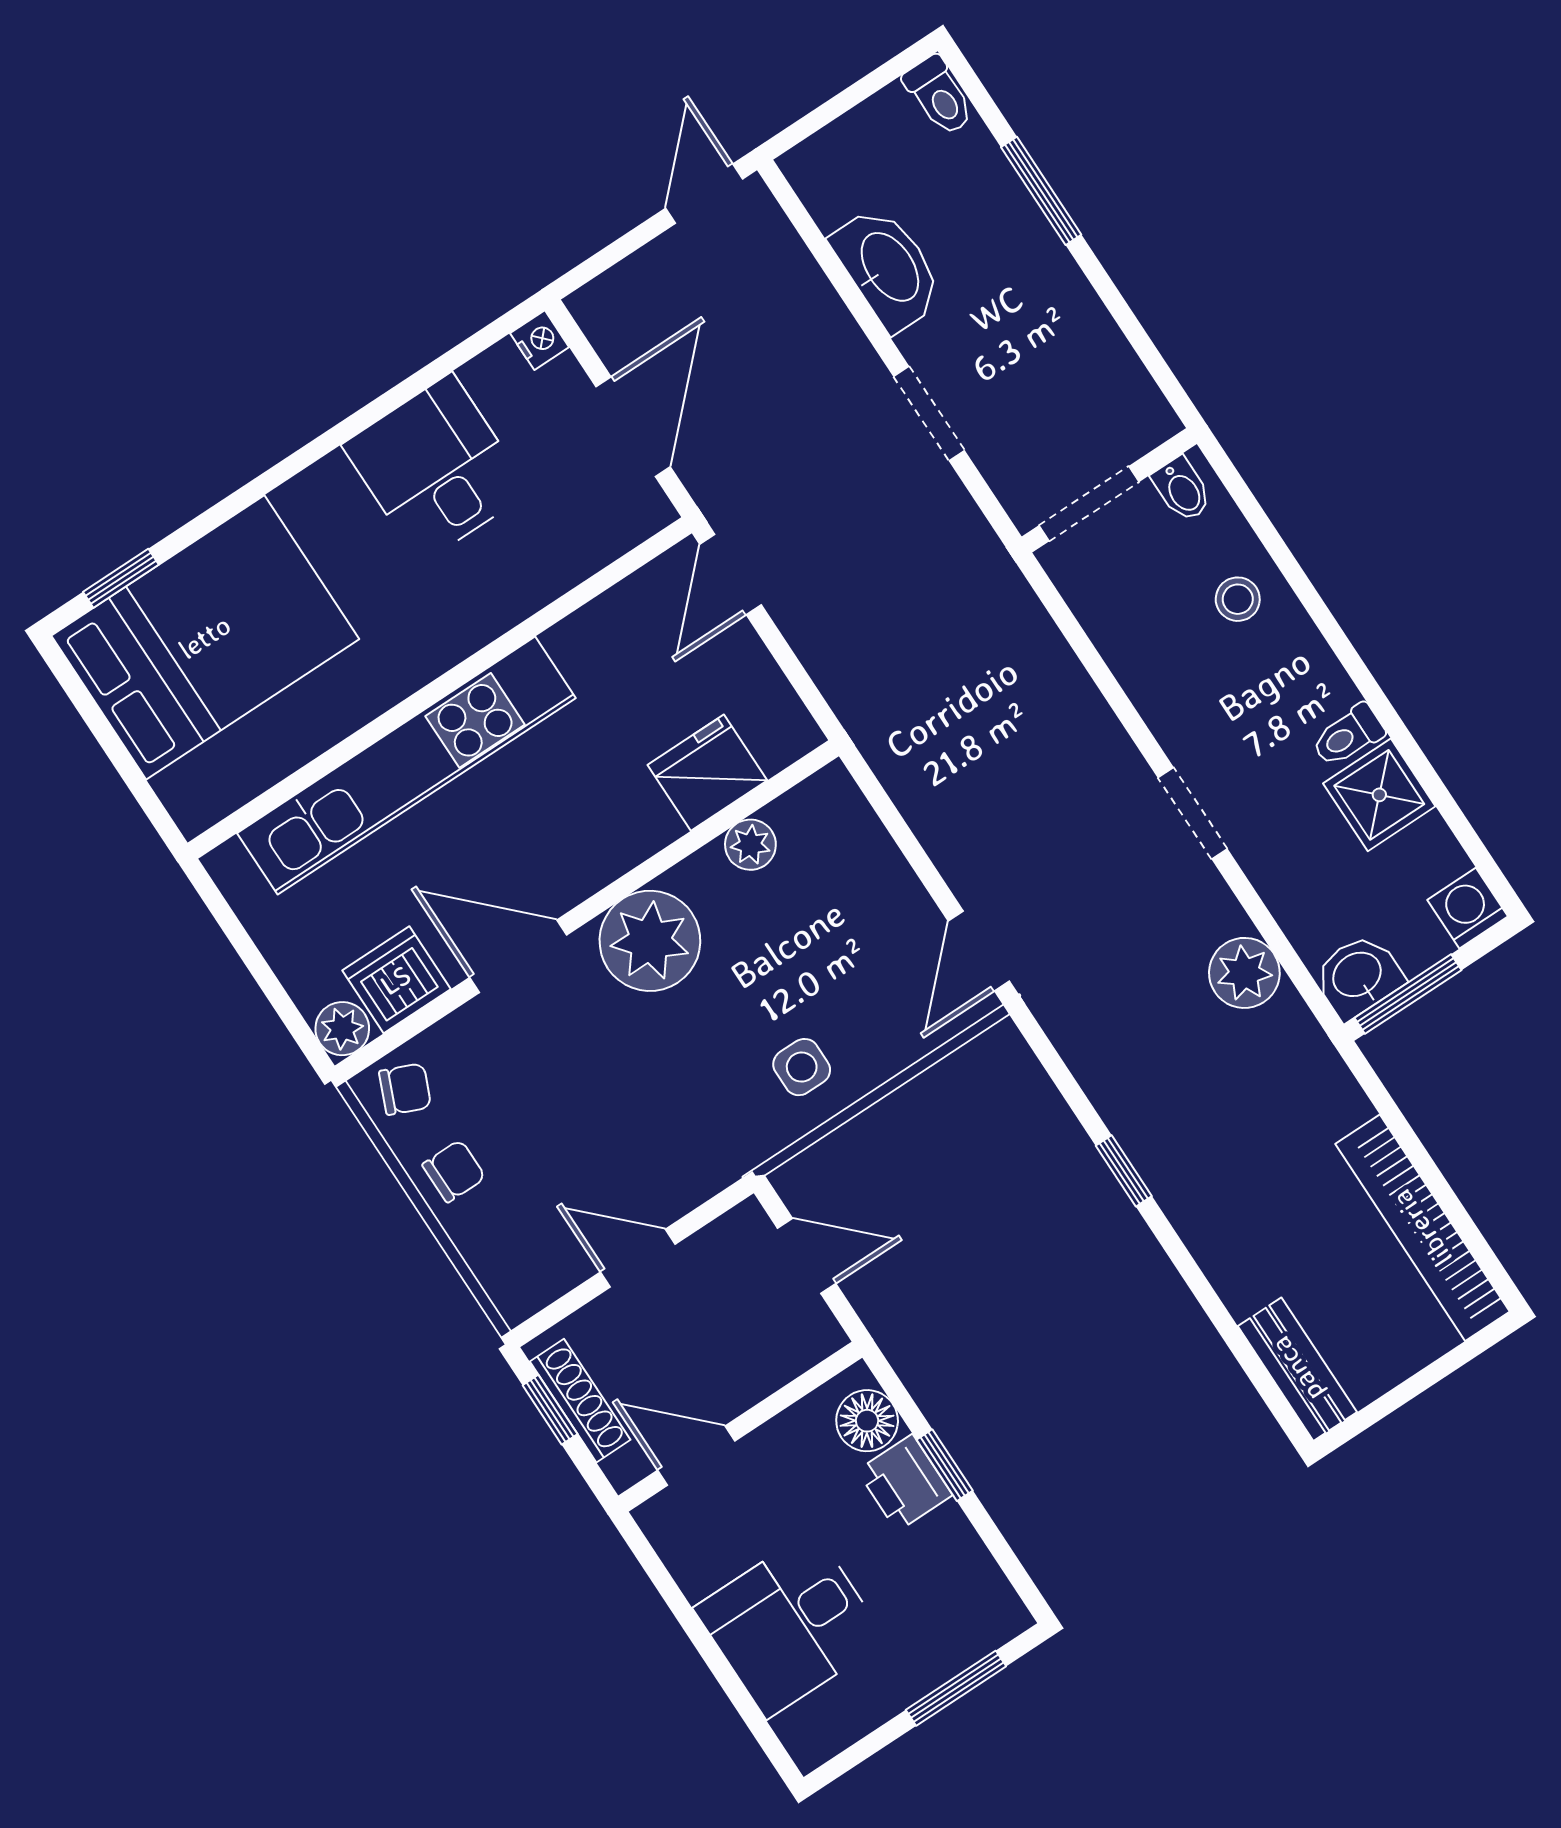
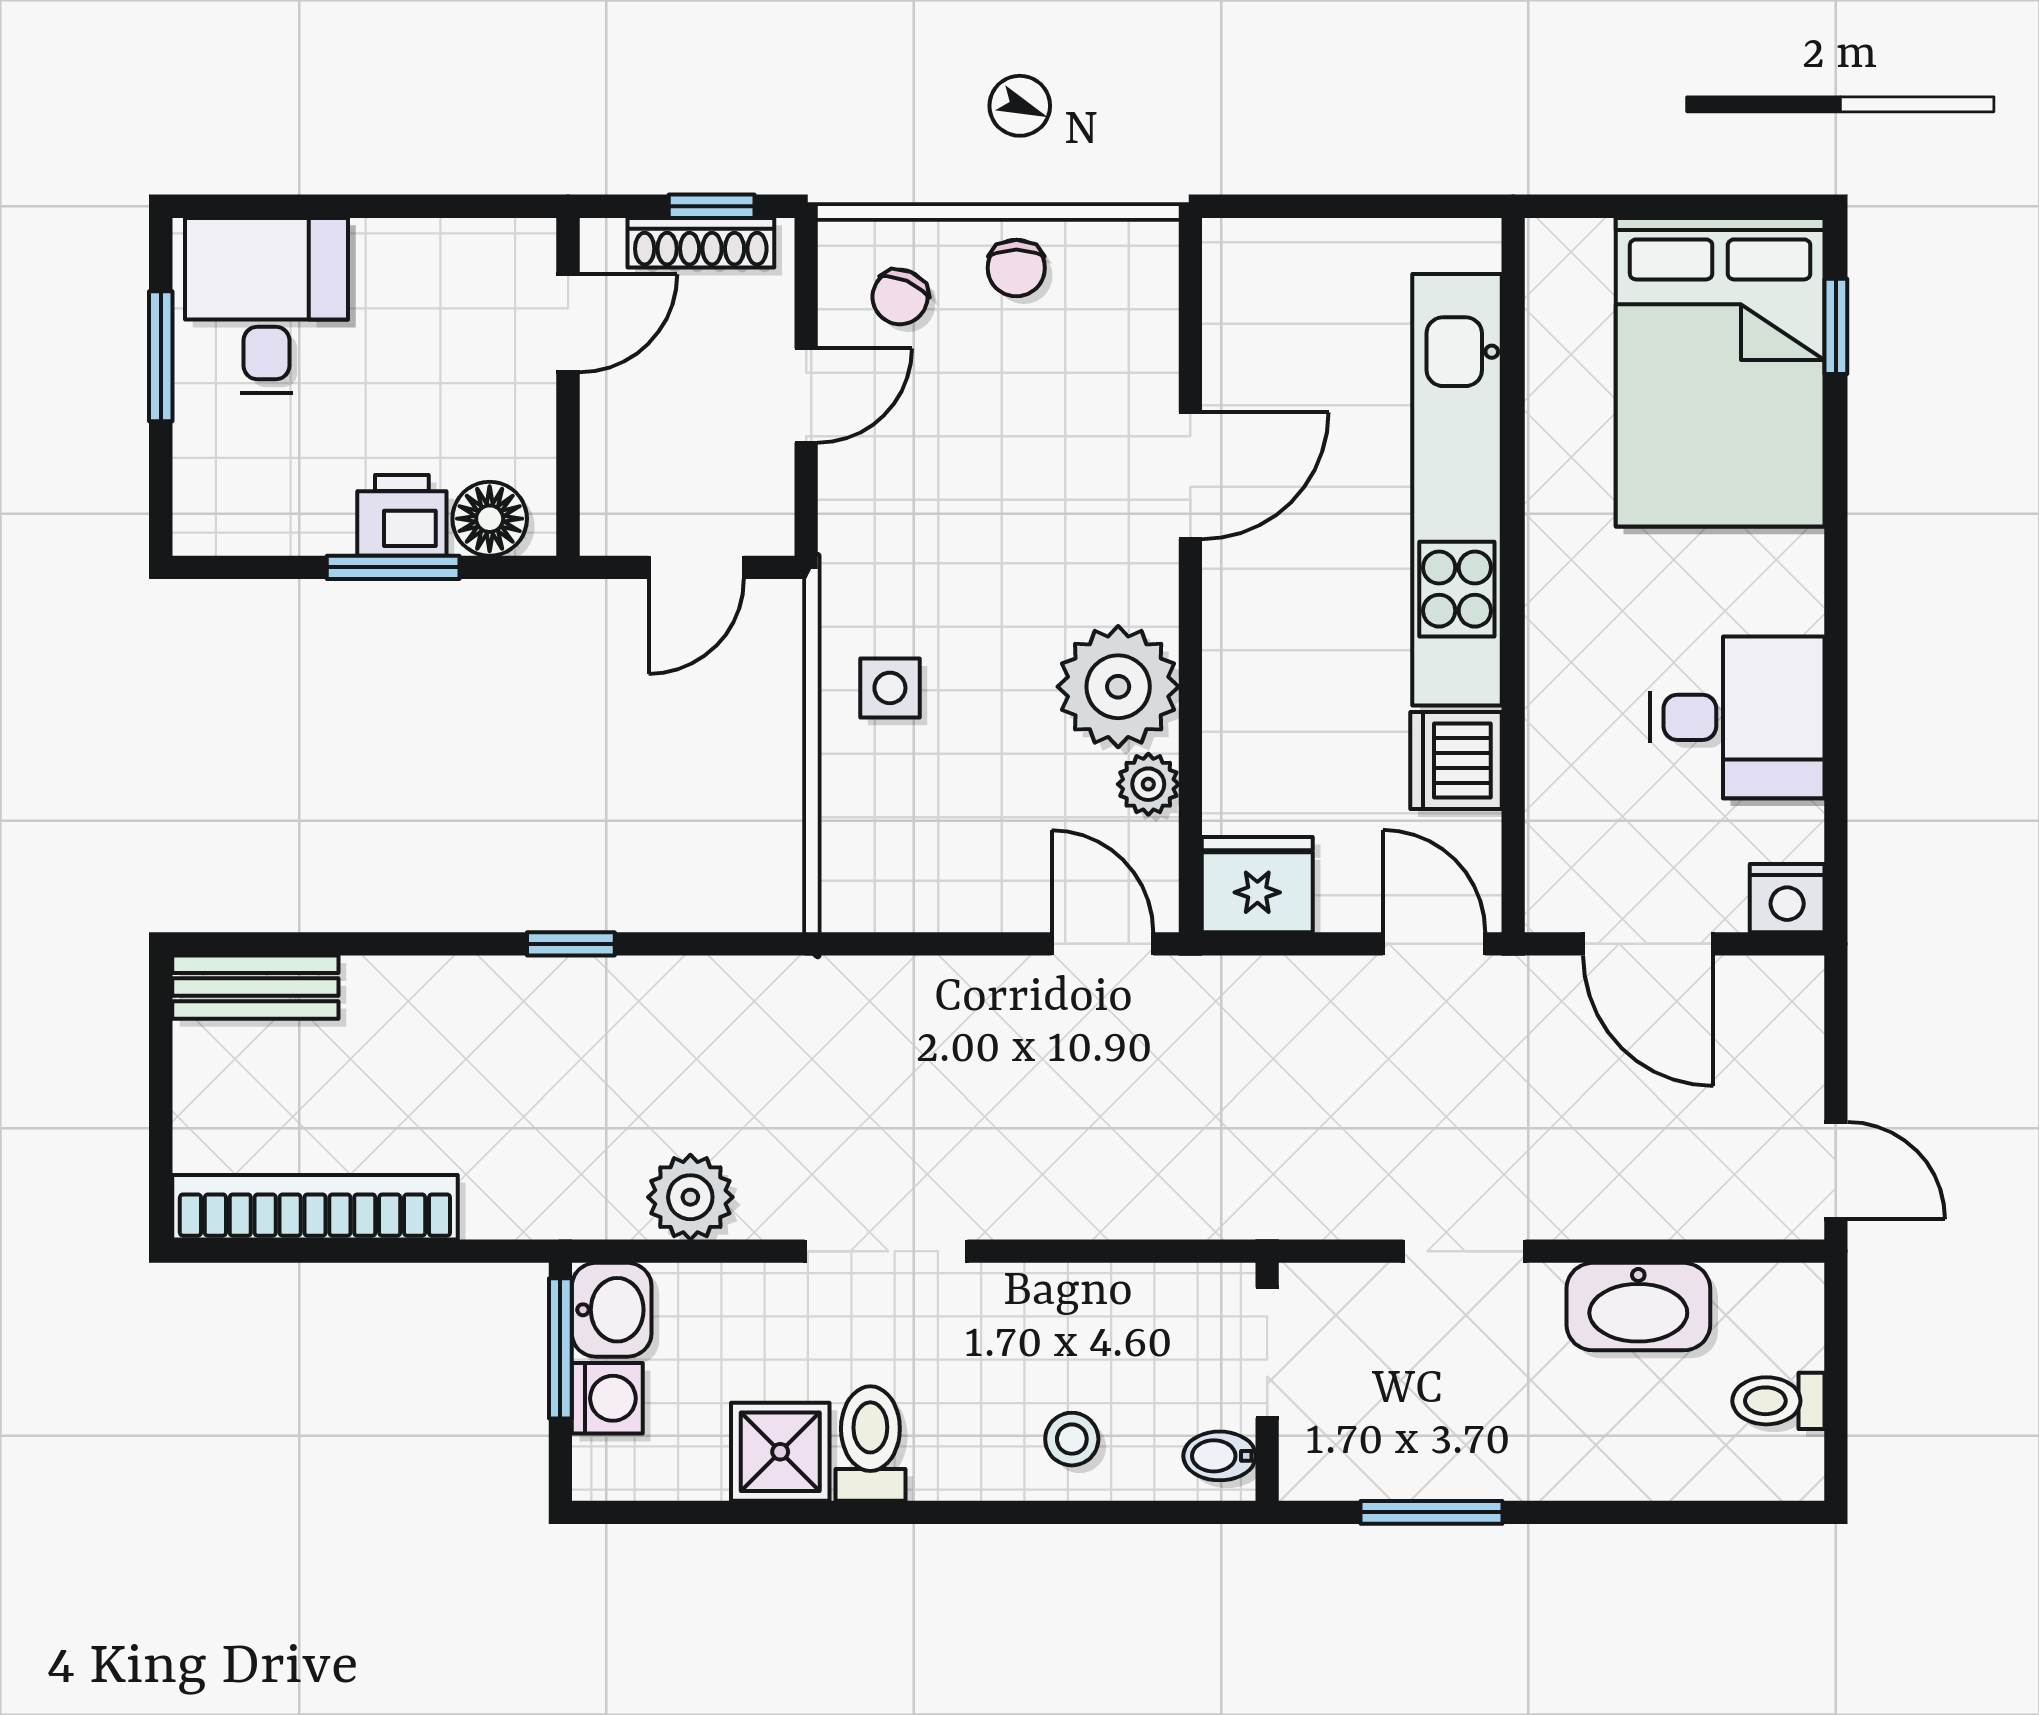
toilet: (939, 96) -> (1778, 1401), moved
window: (1041, 191) -> (1431, 1512), moved
nightstand: (540, 340) -> (1787, 898), width x1.39, depth x1.35
toilet: (1348, 736) -> (870, 1444), width x1.37, depth x1.39
fridge: (707, 773) -> (1257, 885), moved, turned -90
doorway: (1193, 813) -> (886, 1251), width x1.38
washing machine: (1468, 908) -> (607, 1398), moved
plant: (650, 941) -> (1118, 687), moved
door: (979, 951) -> (1103, 944), moved
dishwasher: (396, 980) -> (1456, 761), moved, turned 180
plant: (342, 1029) -> (1234, 250), removed
chair: (405, 1089) -> (900, 297), moved
window: (945, 1465) -> (393, 567), width x1.50
desk: (790, 1624) -> (267, 306), moved
window: (956, 1688) -> (161, 356), moved

